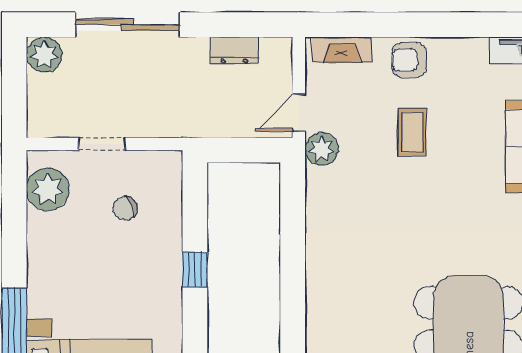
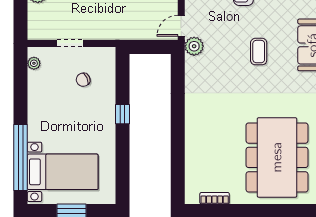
coffee table: (412, 132) -> (259, 52), moved
plant: (48, 189) -> (34, 63), width x0.53, depth x0.53

